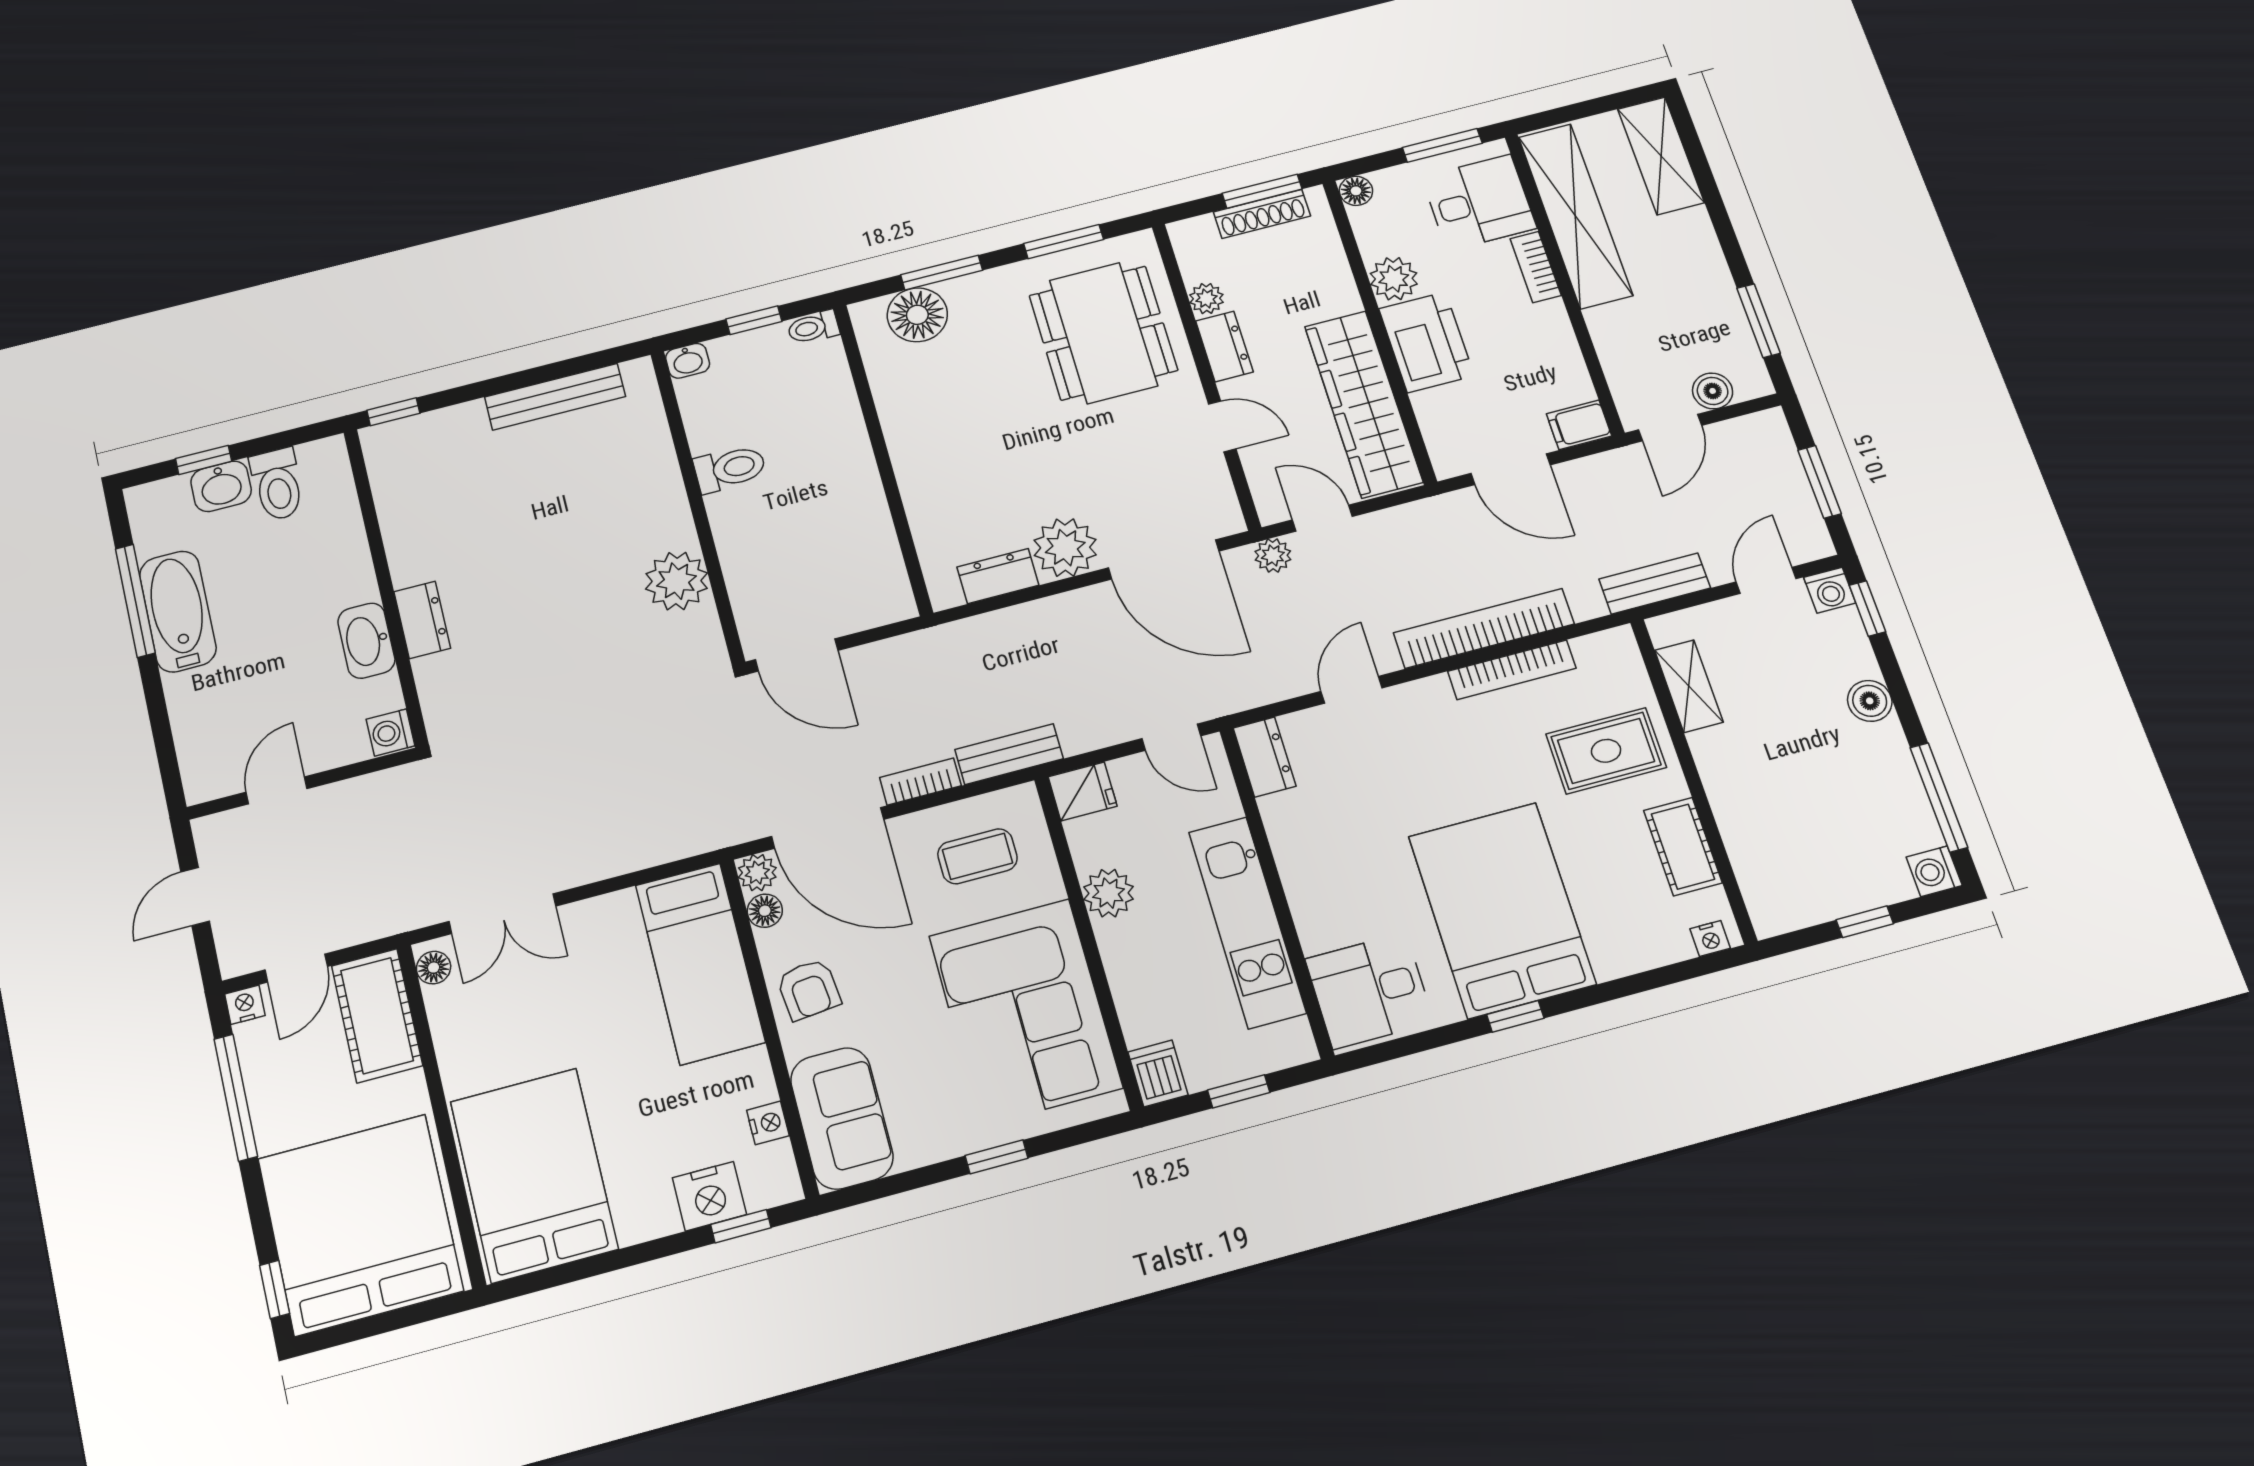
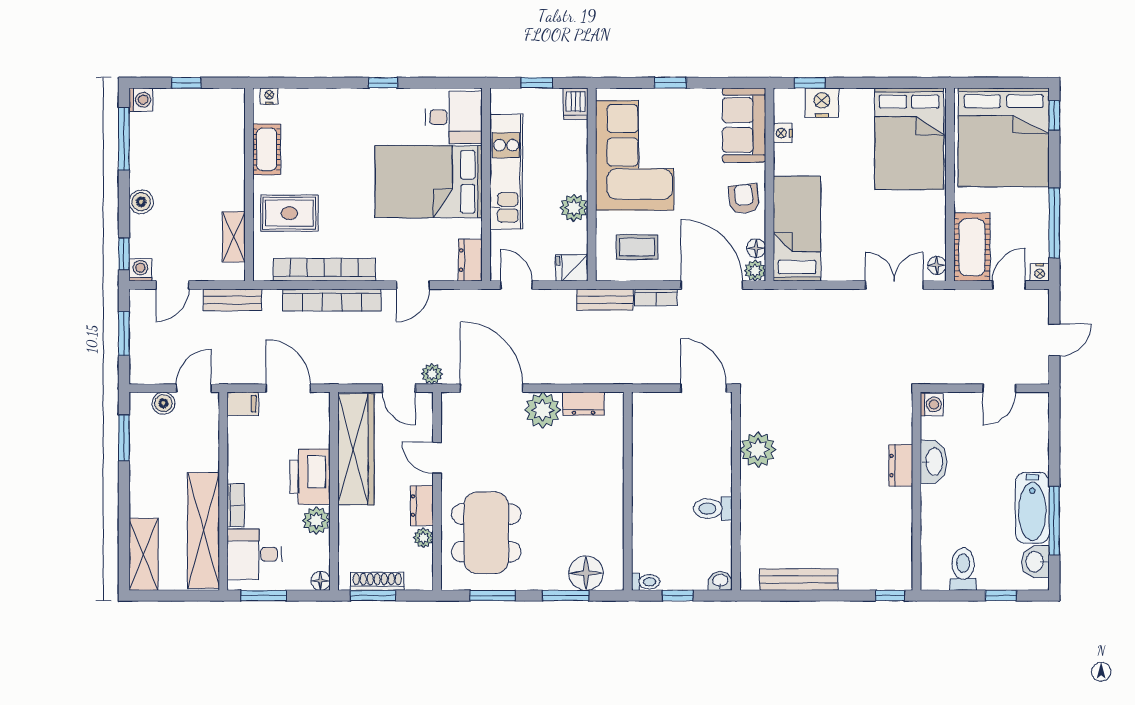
washbasin: (221, 486) -> (1035, 562), moved, turned -90
bookcase: (1512, 670) -> (324, 270), width x1.48, depth x1.31
bed: (1502, 910) -> (429, 182), moved, turned 90

